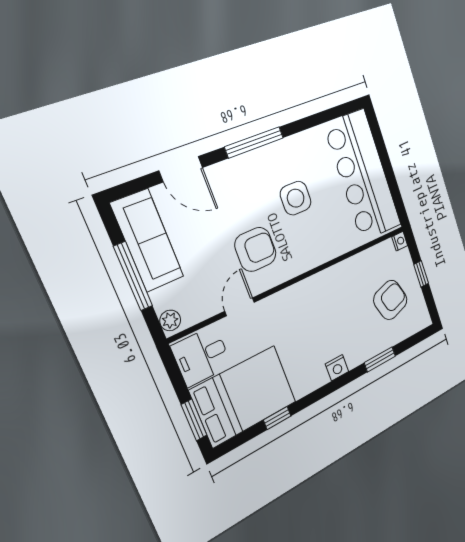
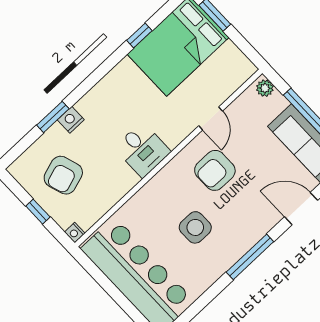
desk: (201, 356) -> (142, 150), moved, turned 90
nightstand: (337, 368) -> (71, 120), moved

